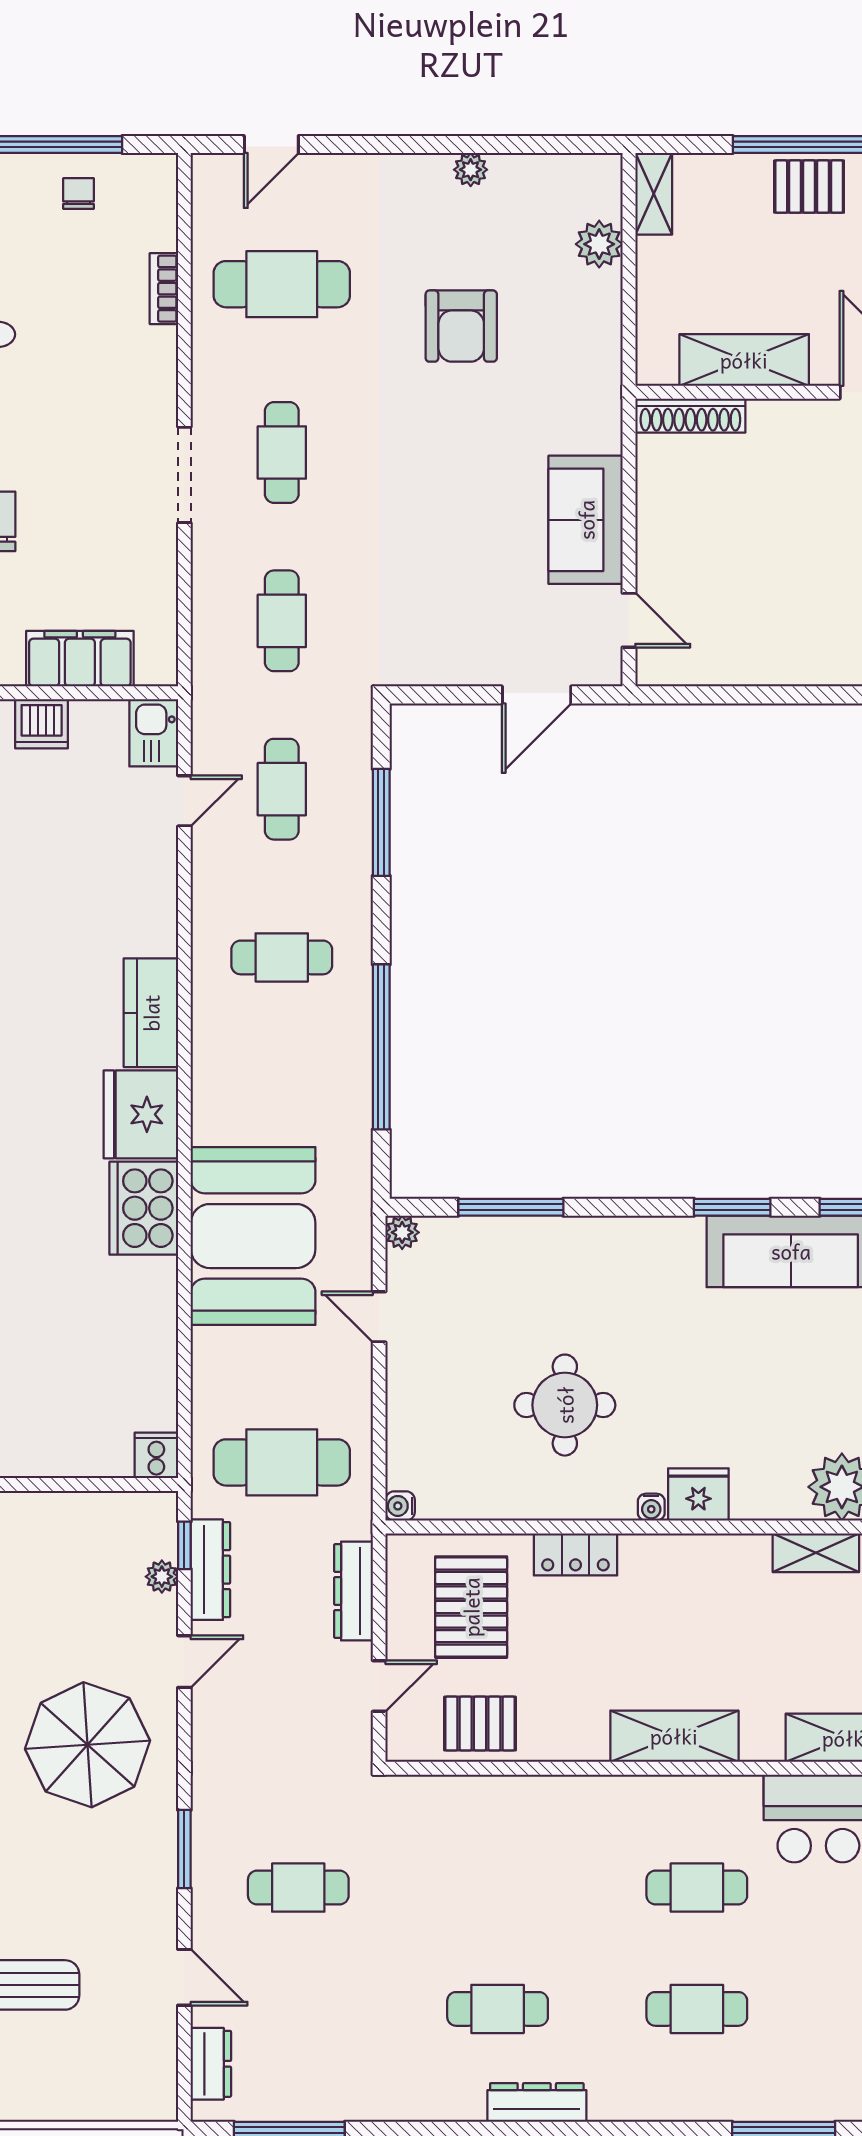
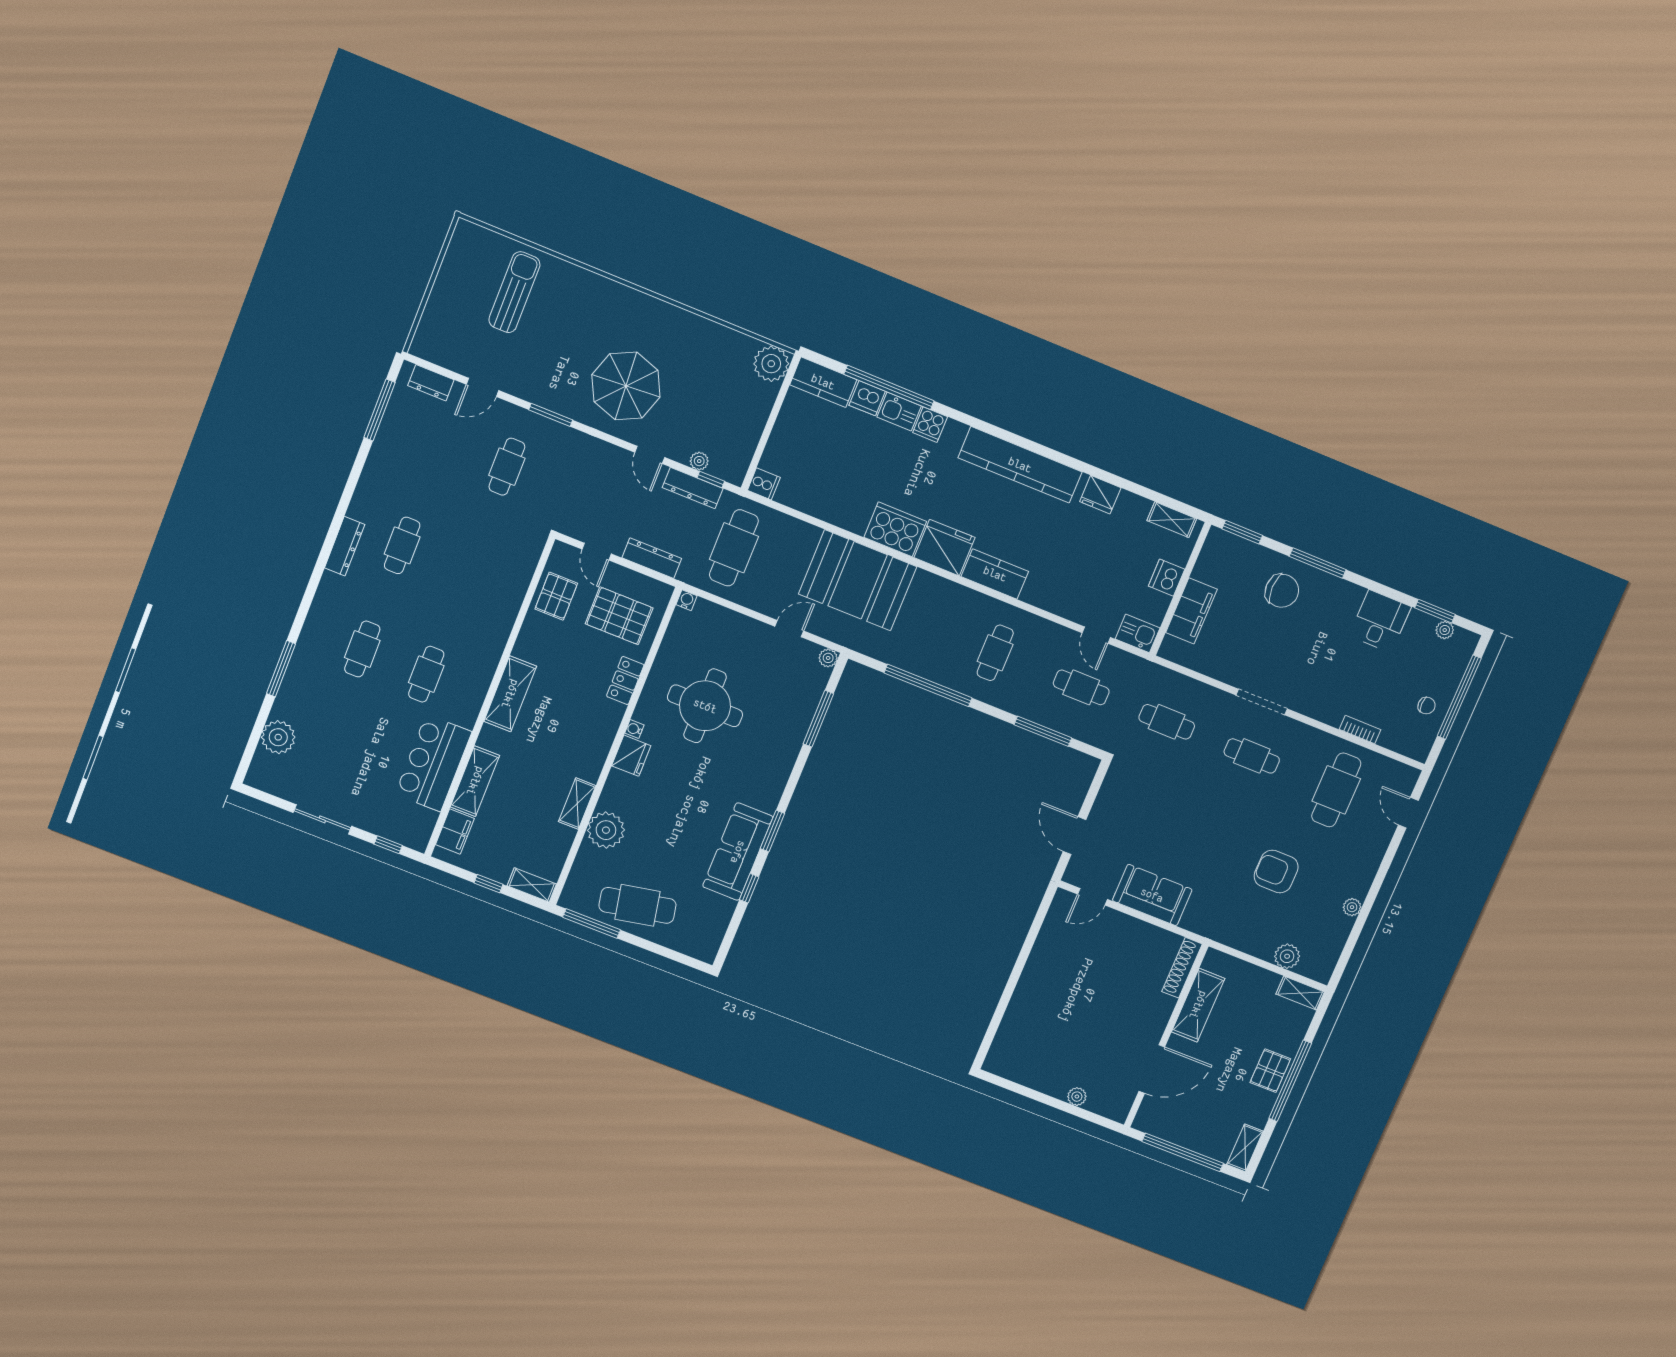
round table: (565, 1405) -> (705, 706), width x1.36, depth x1.36

